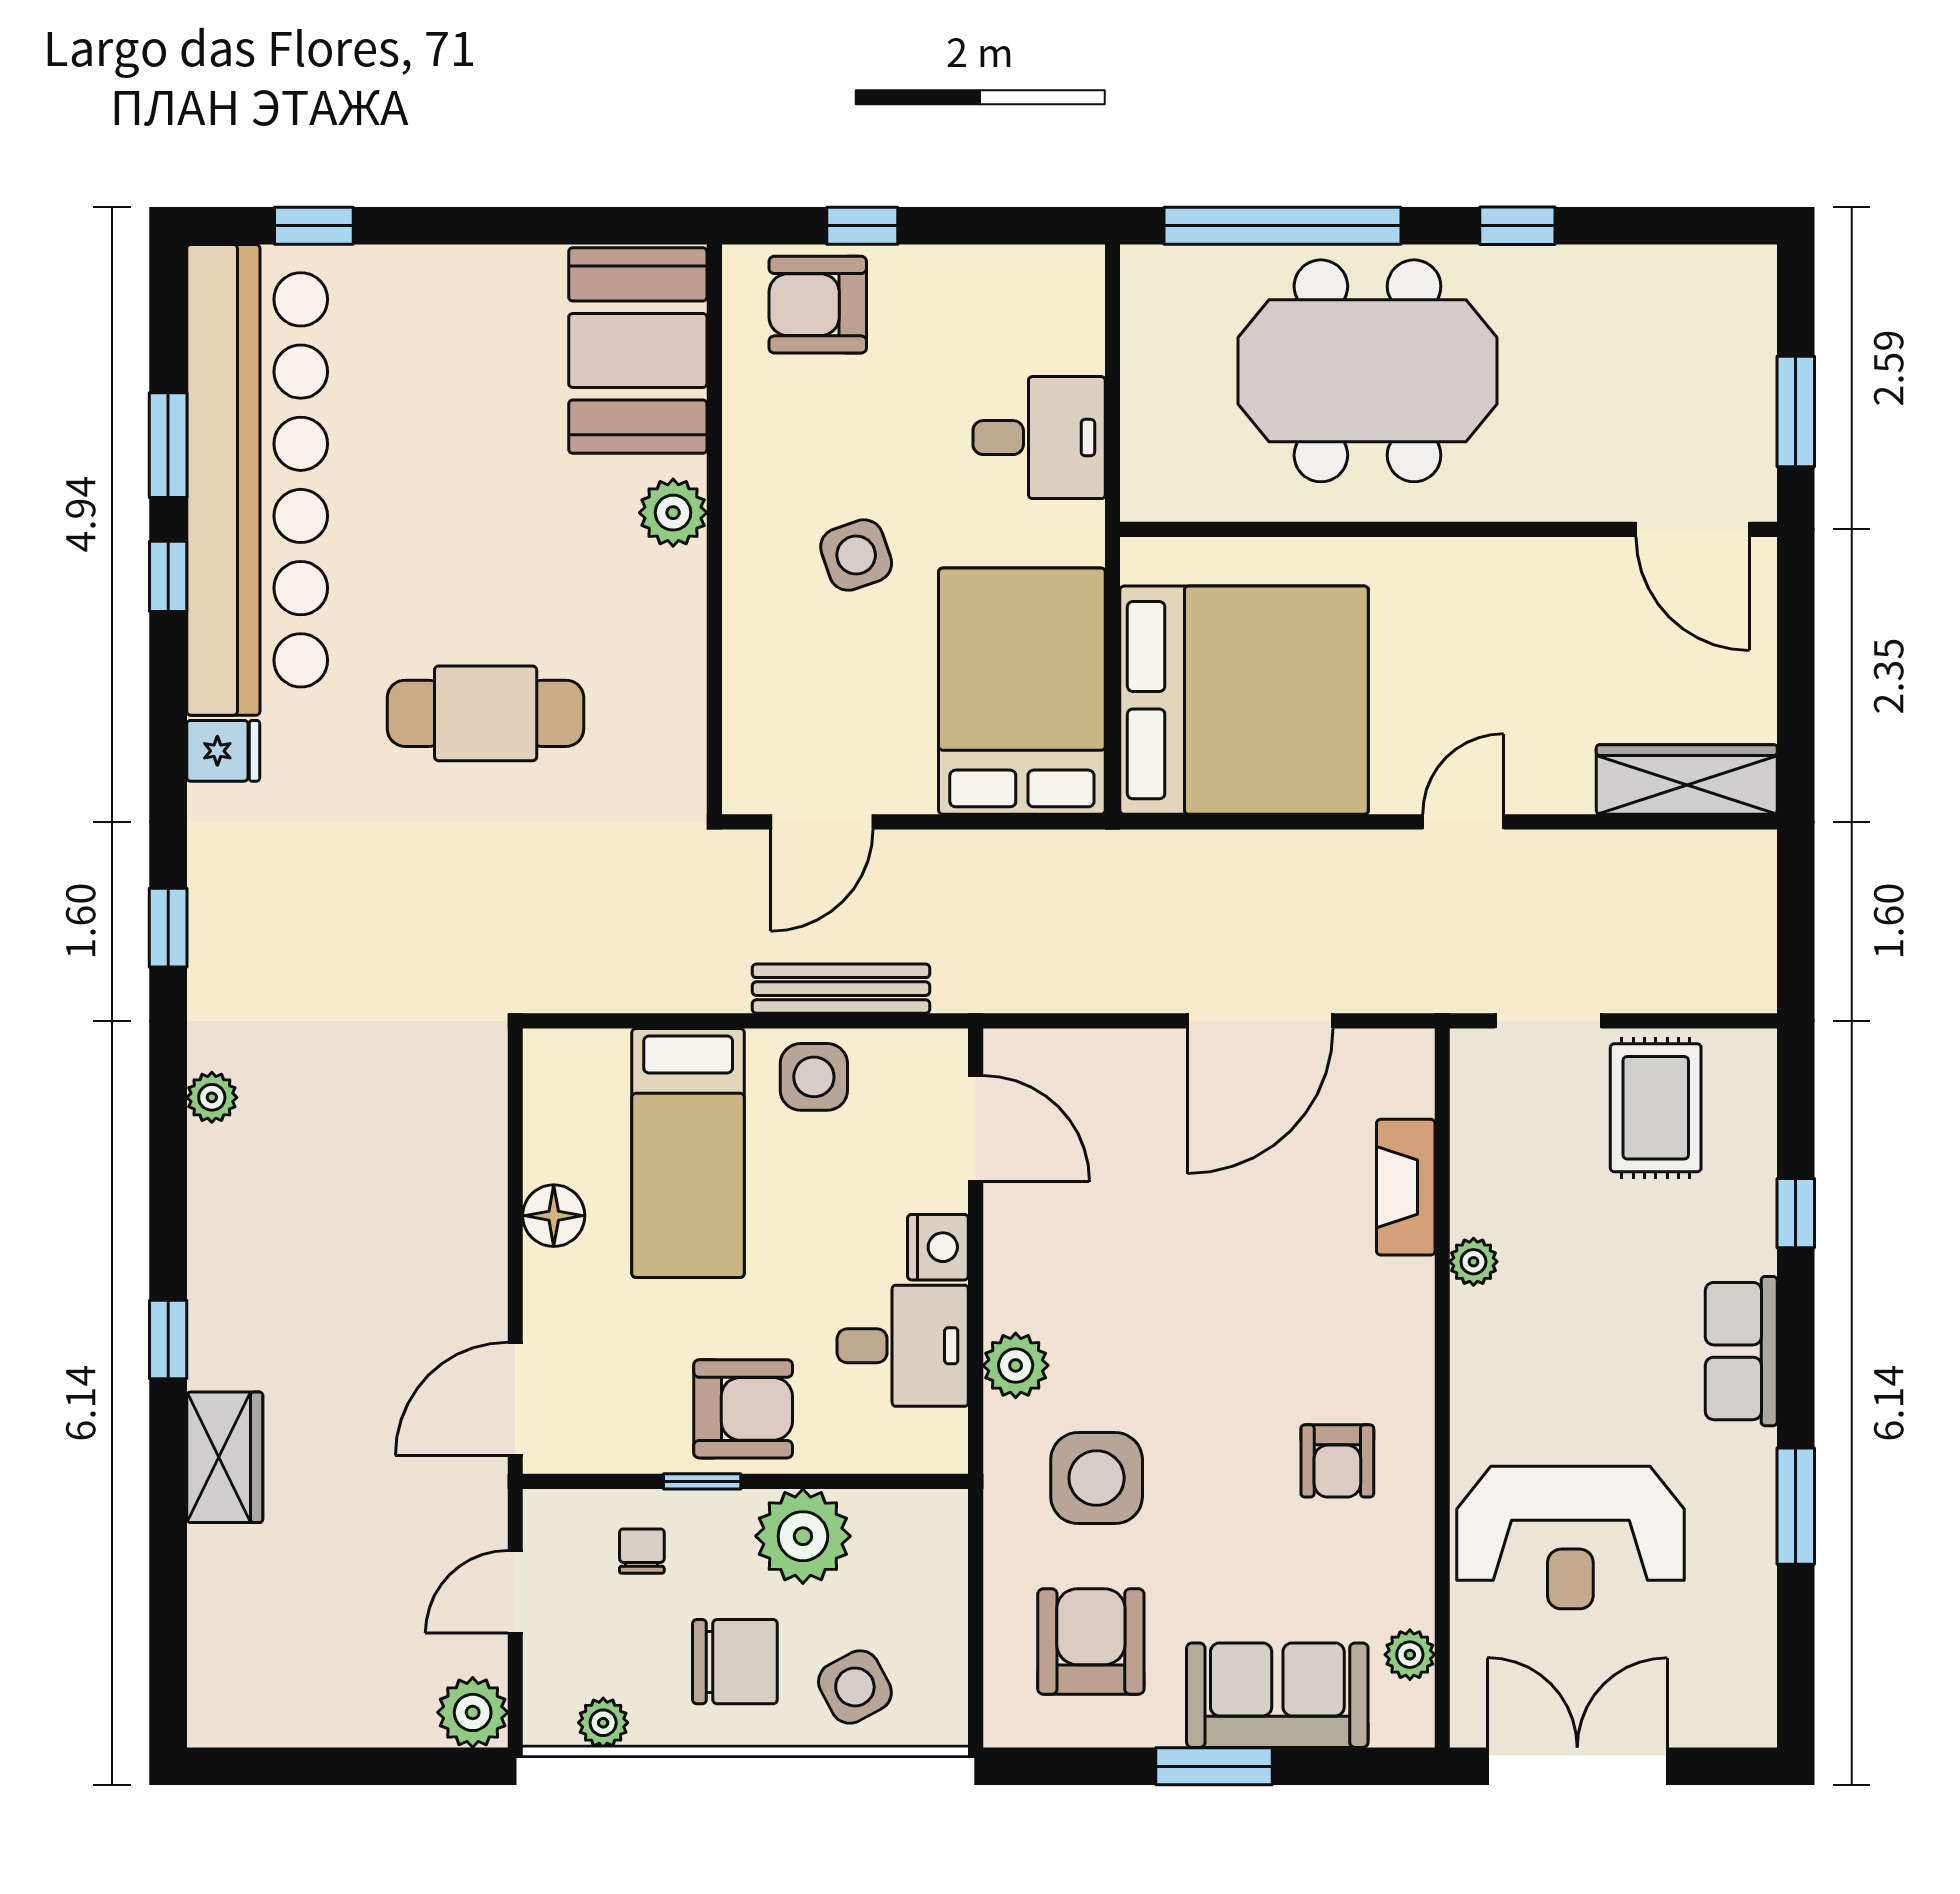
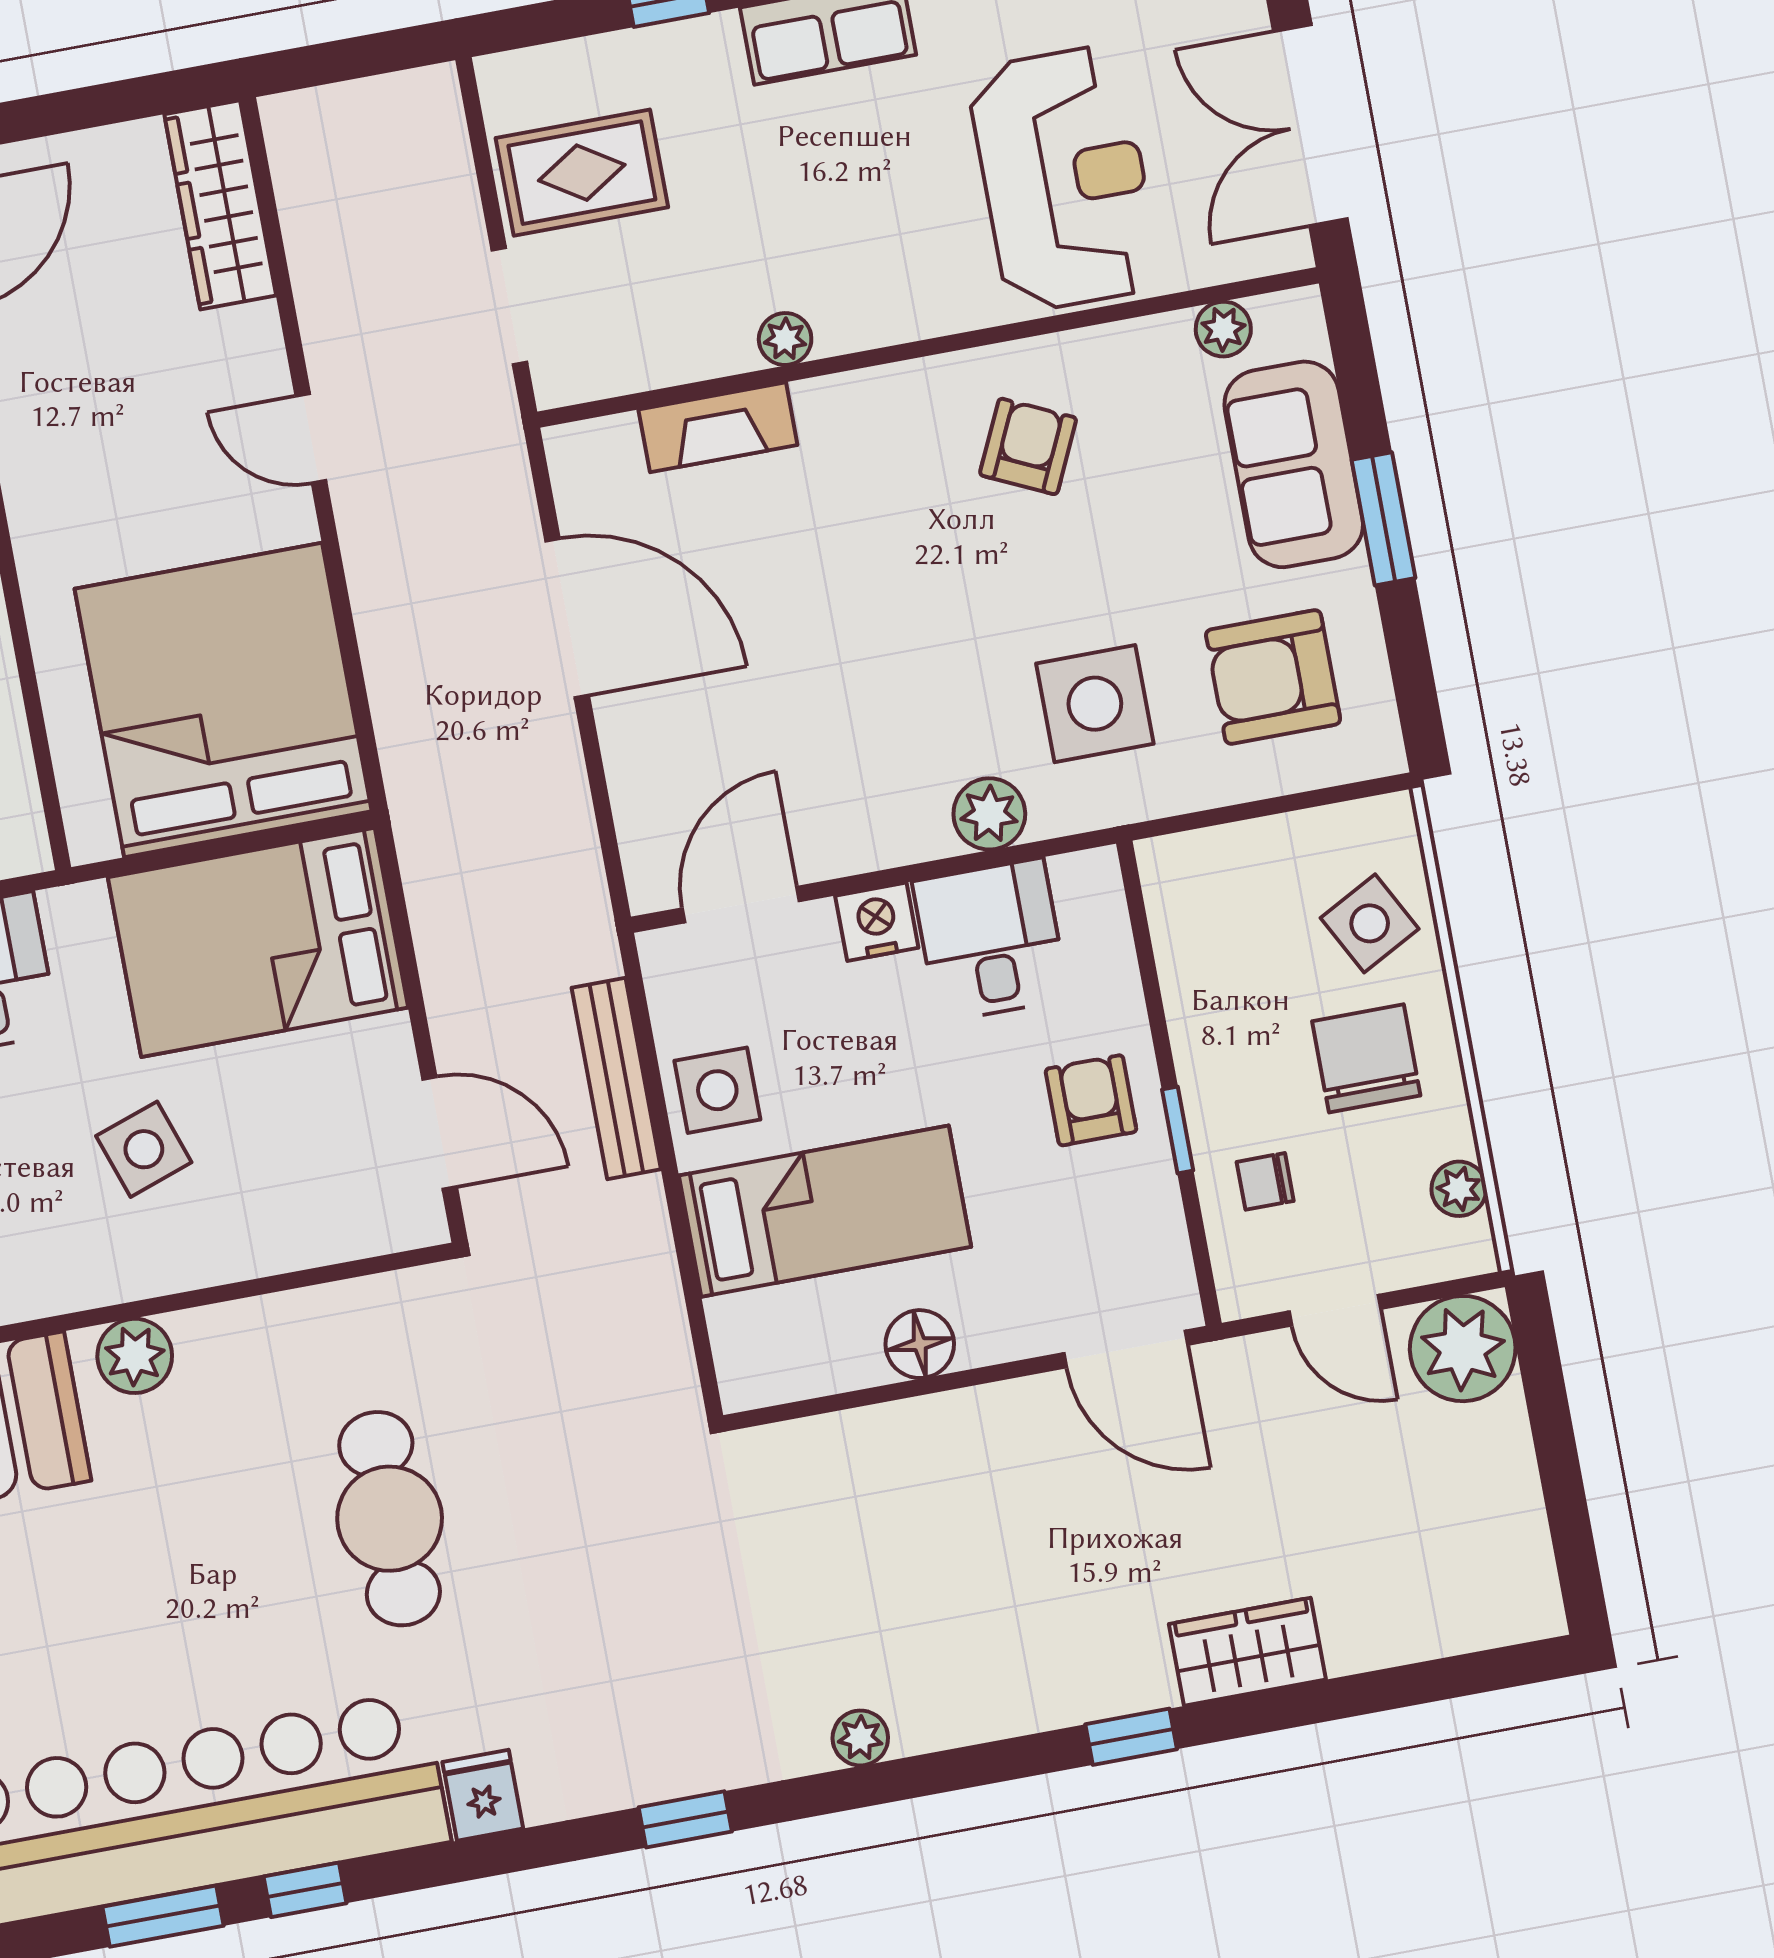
armchair: (743, 1409) -> (1091, 1100), width x0.72, depth x0.72
armchair: (1337, 1461) -> (1028, 446), turned -65
plant: (803, 1536) -> (1217, 1010), removed
plant: (473, 1712) -> (1463, 1349), width x1.36, depth x1.36

